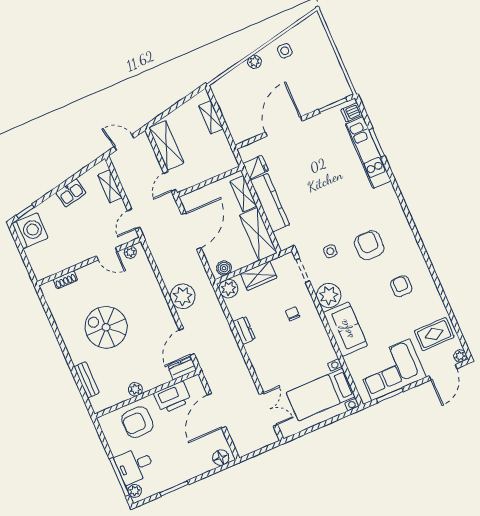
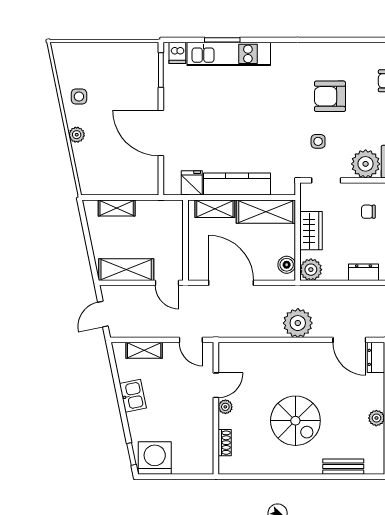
plant: (130, 252) -> (225, 407), moved
spiral stairs: (106, 327) -> (295, 421), turned -90

